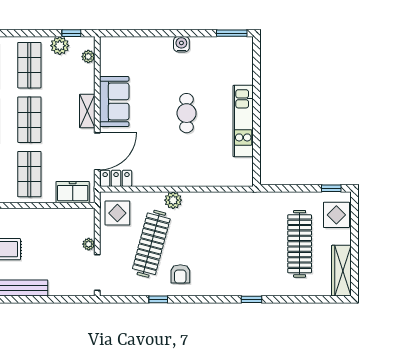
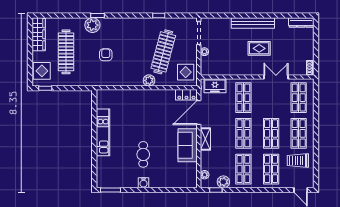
cafe table: (187, 113) -> (143, 154), moved
armchair: (180, 274) -> (106, 55), moved
plant: (259, 285) -> (92, 25), added

